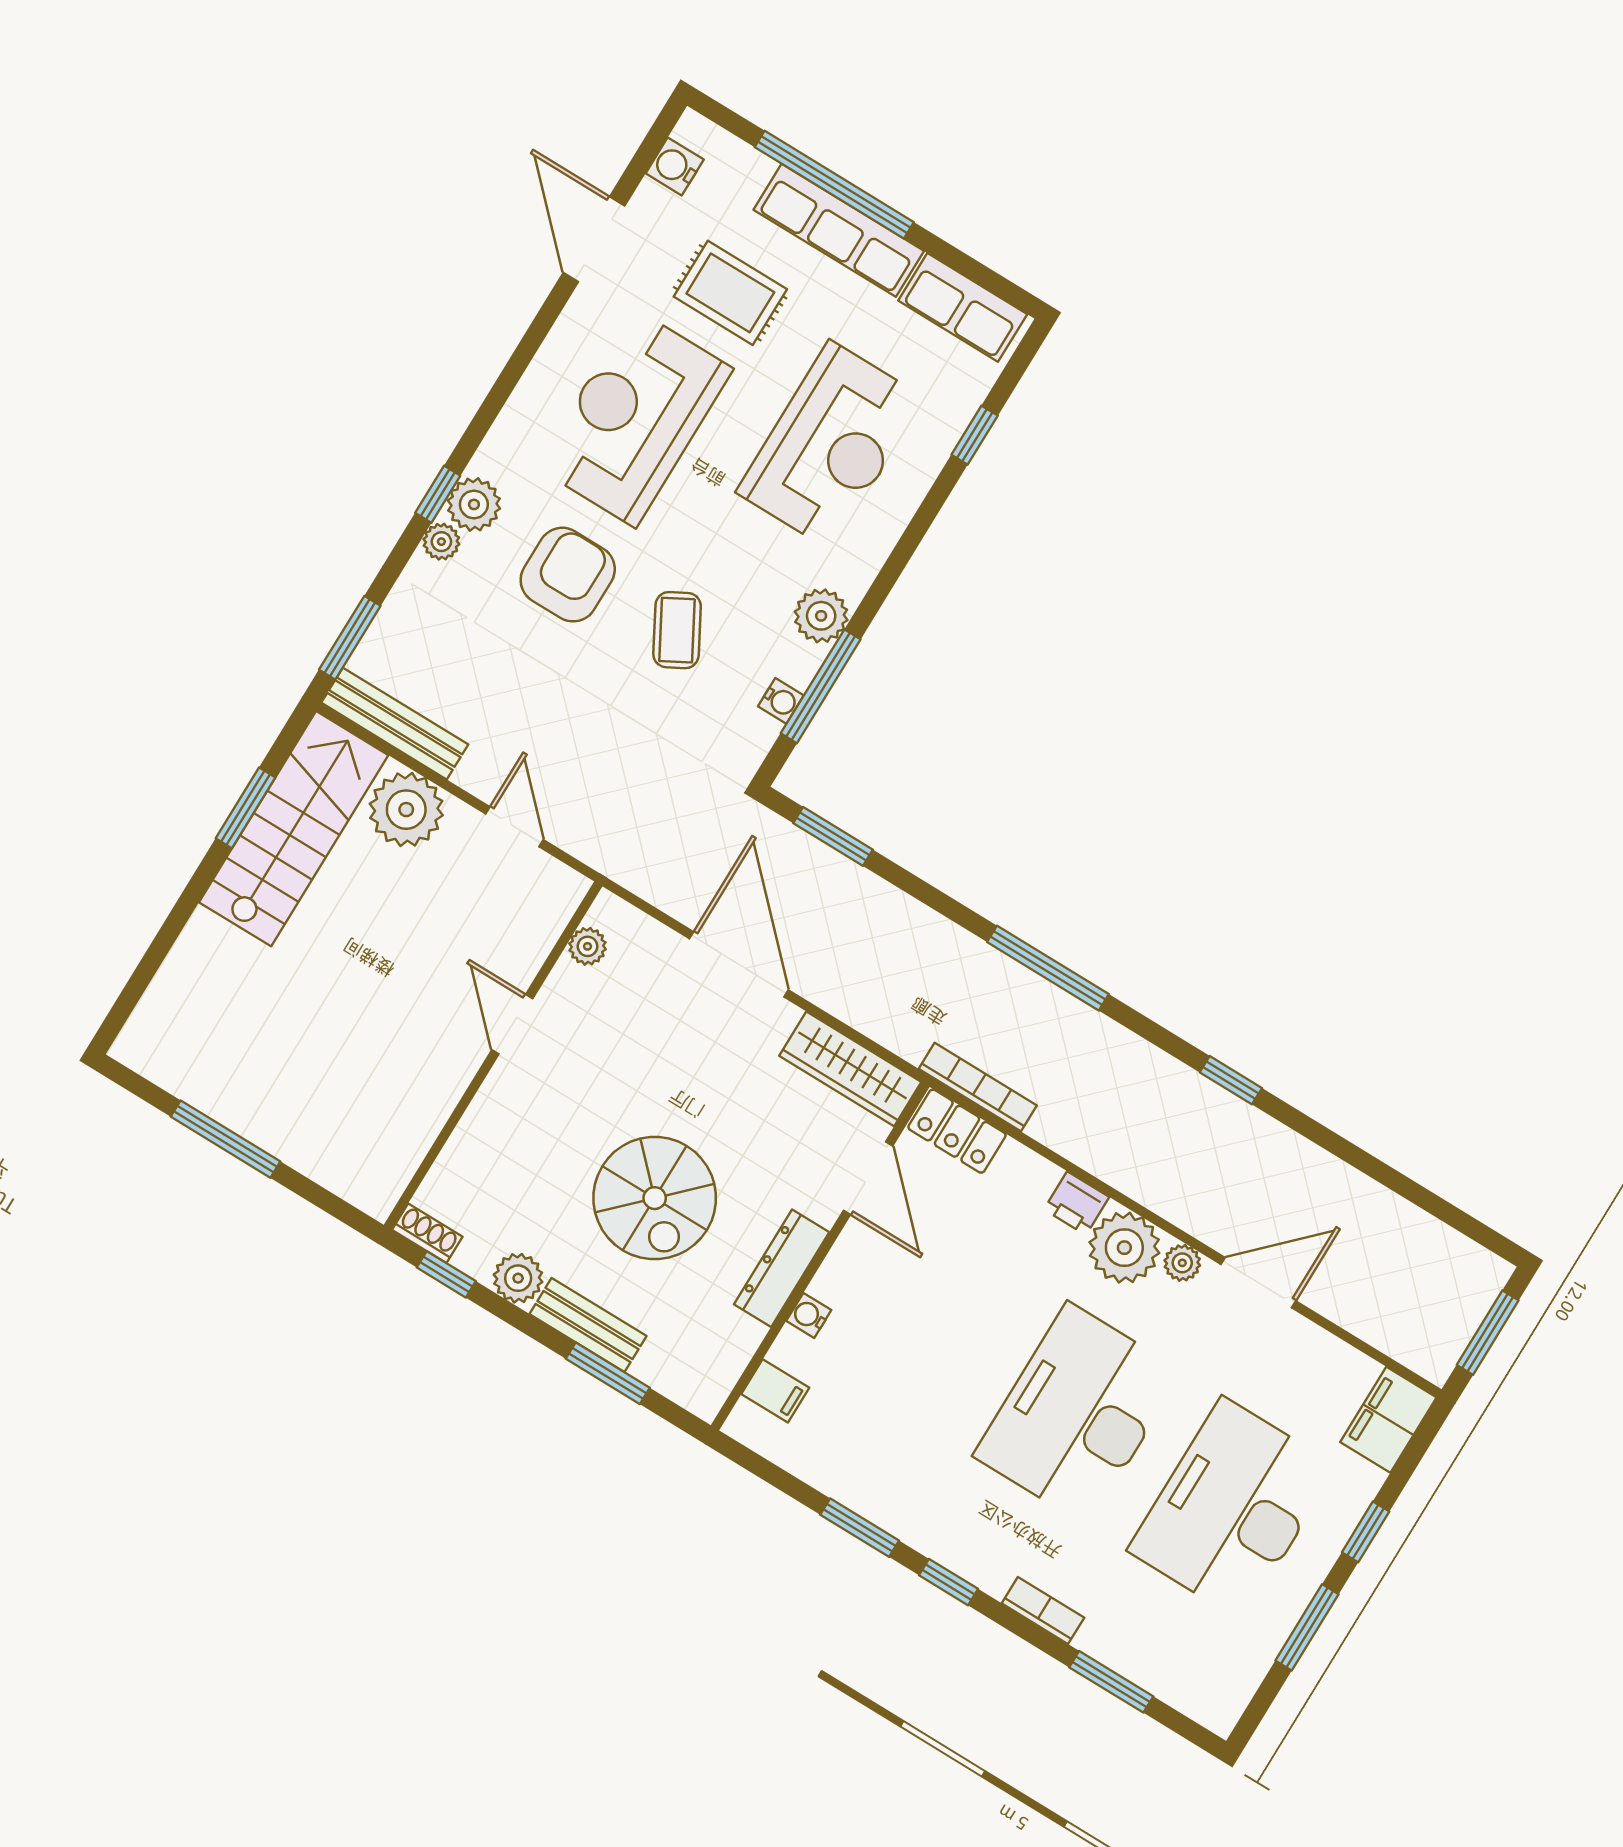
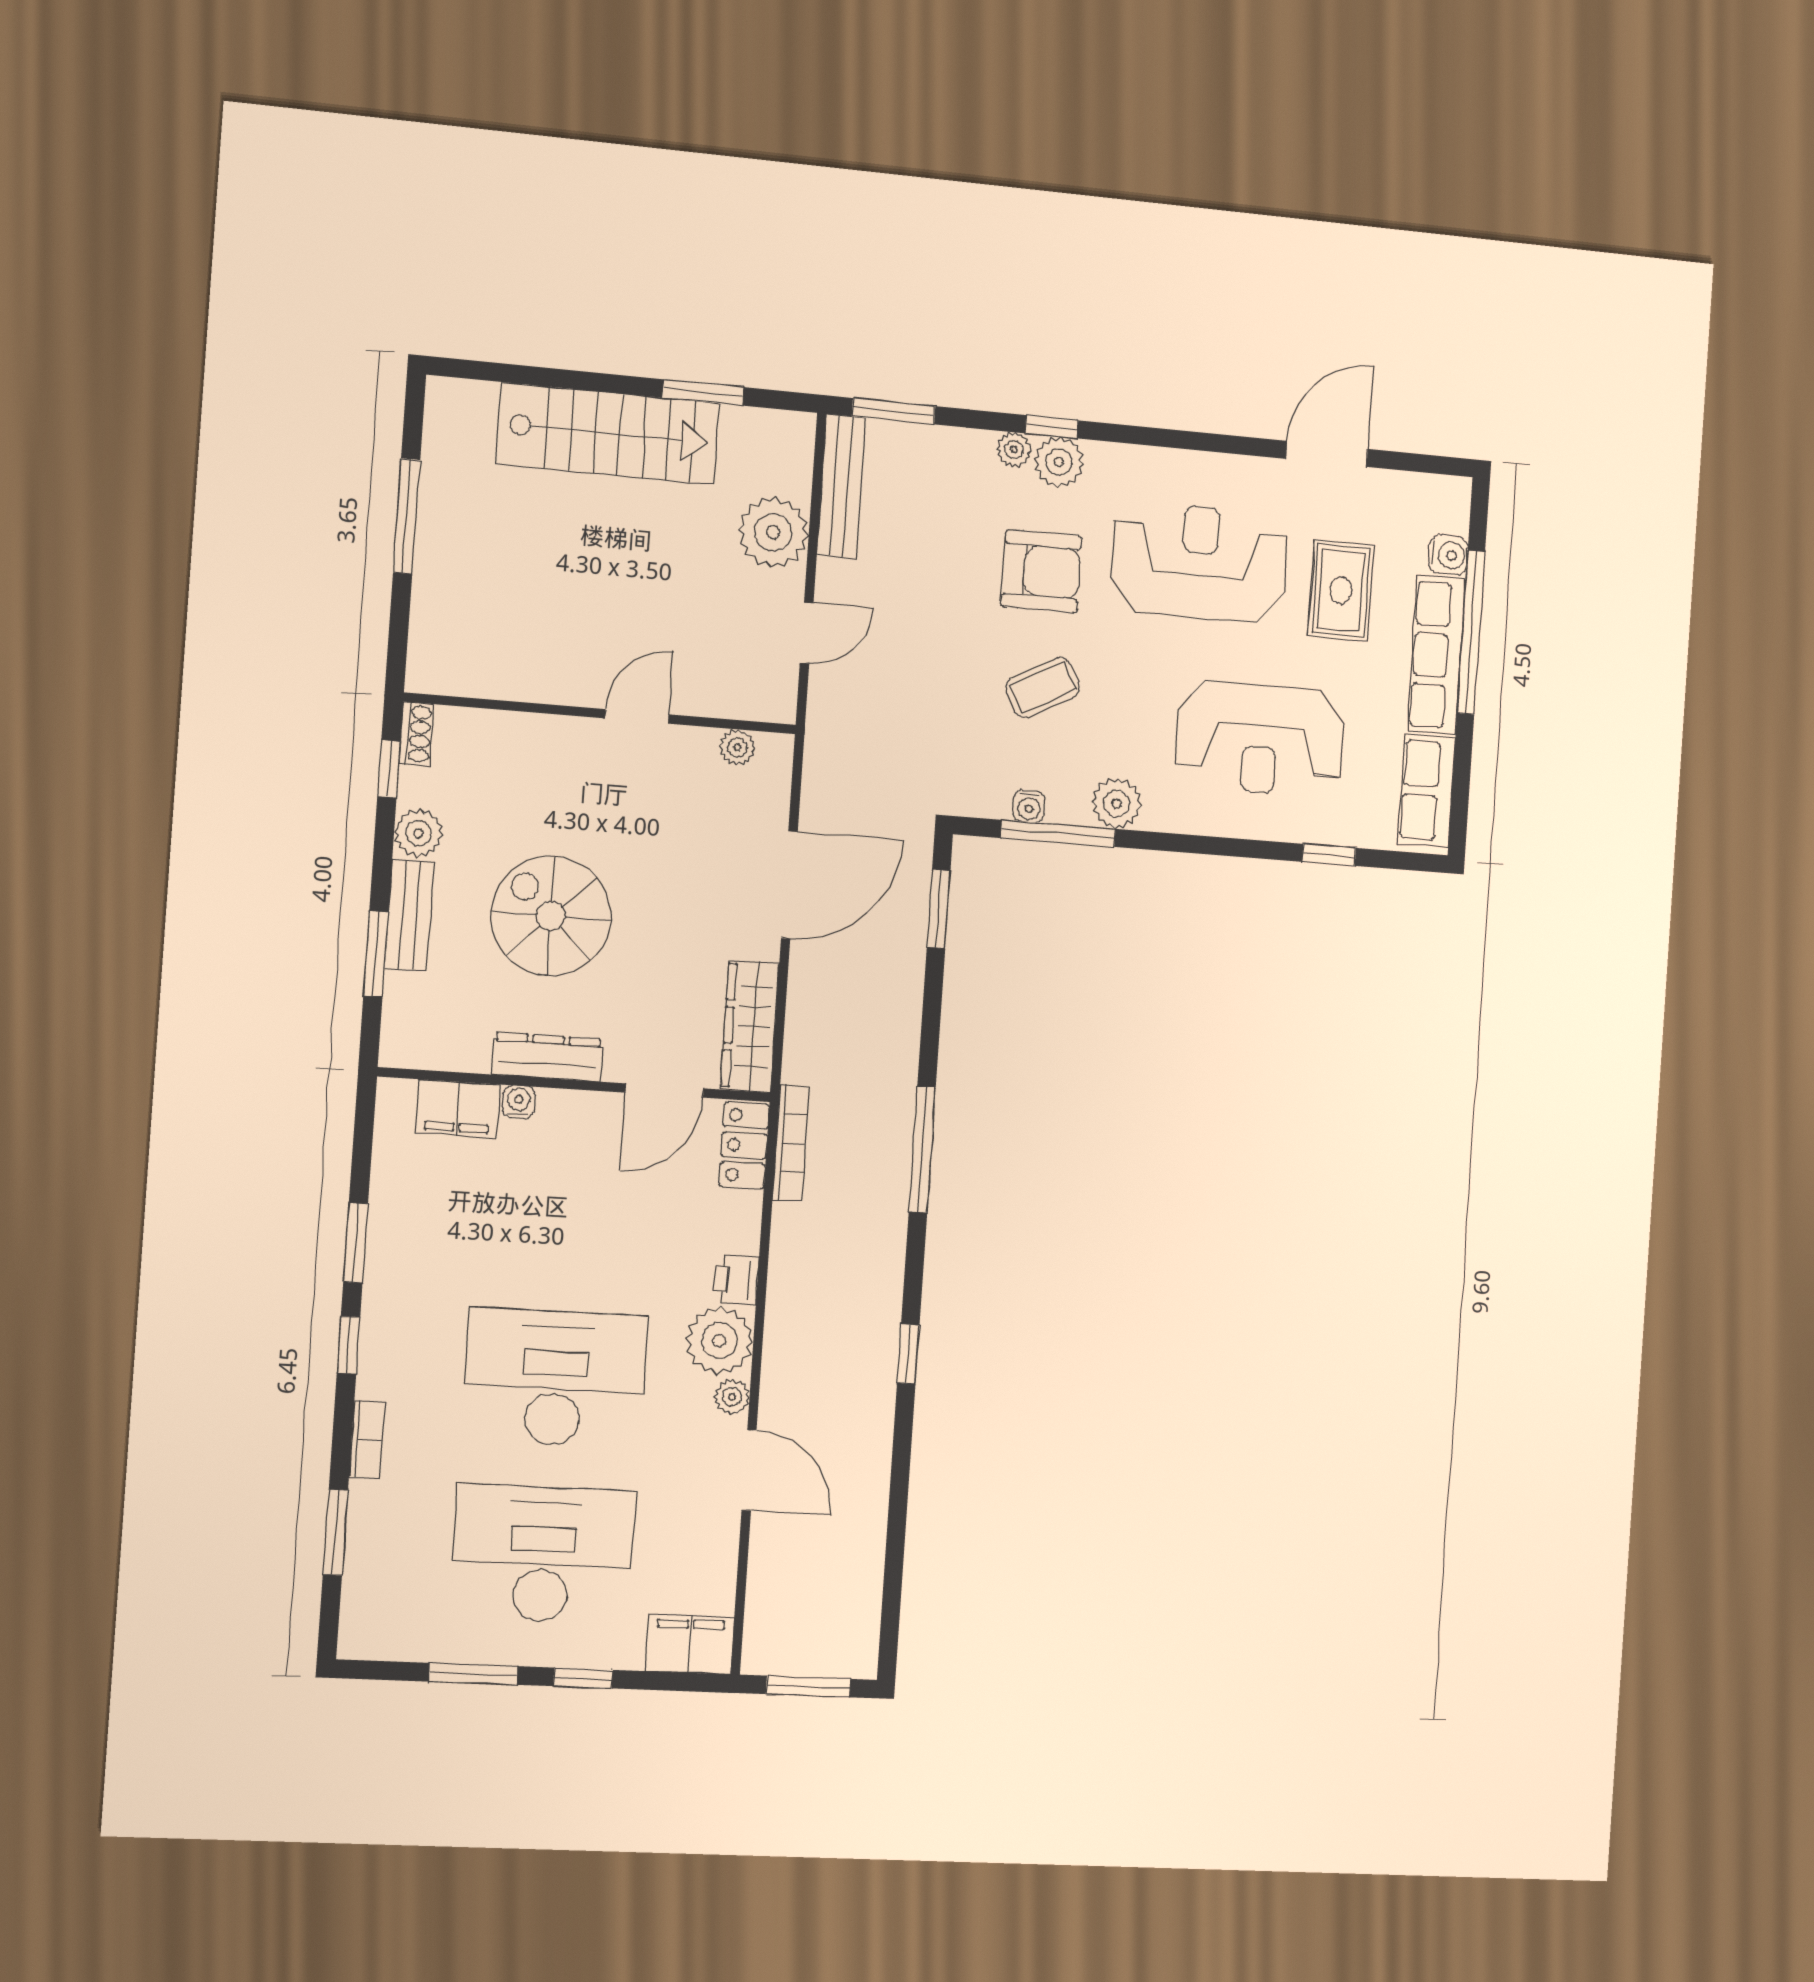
water cooler: (675, 166) -> (1448, 555), moved, turned 90
stairs: (294, 829) -> (608, 434), moved
spiral stairs: (655, 1198) -> (551, 916), turned 90
filing cabinet: (775, 1391) -> (458, 1108), width x2.00

